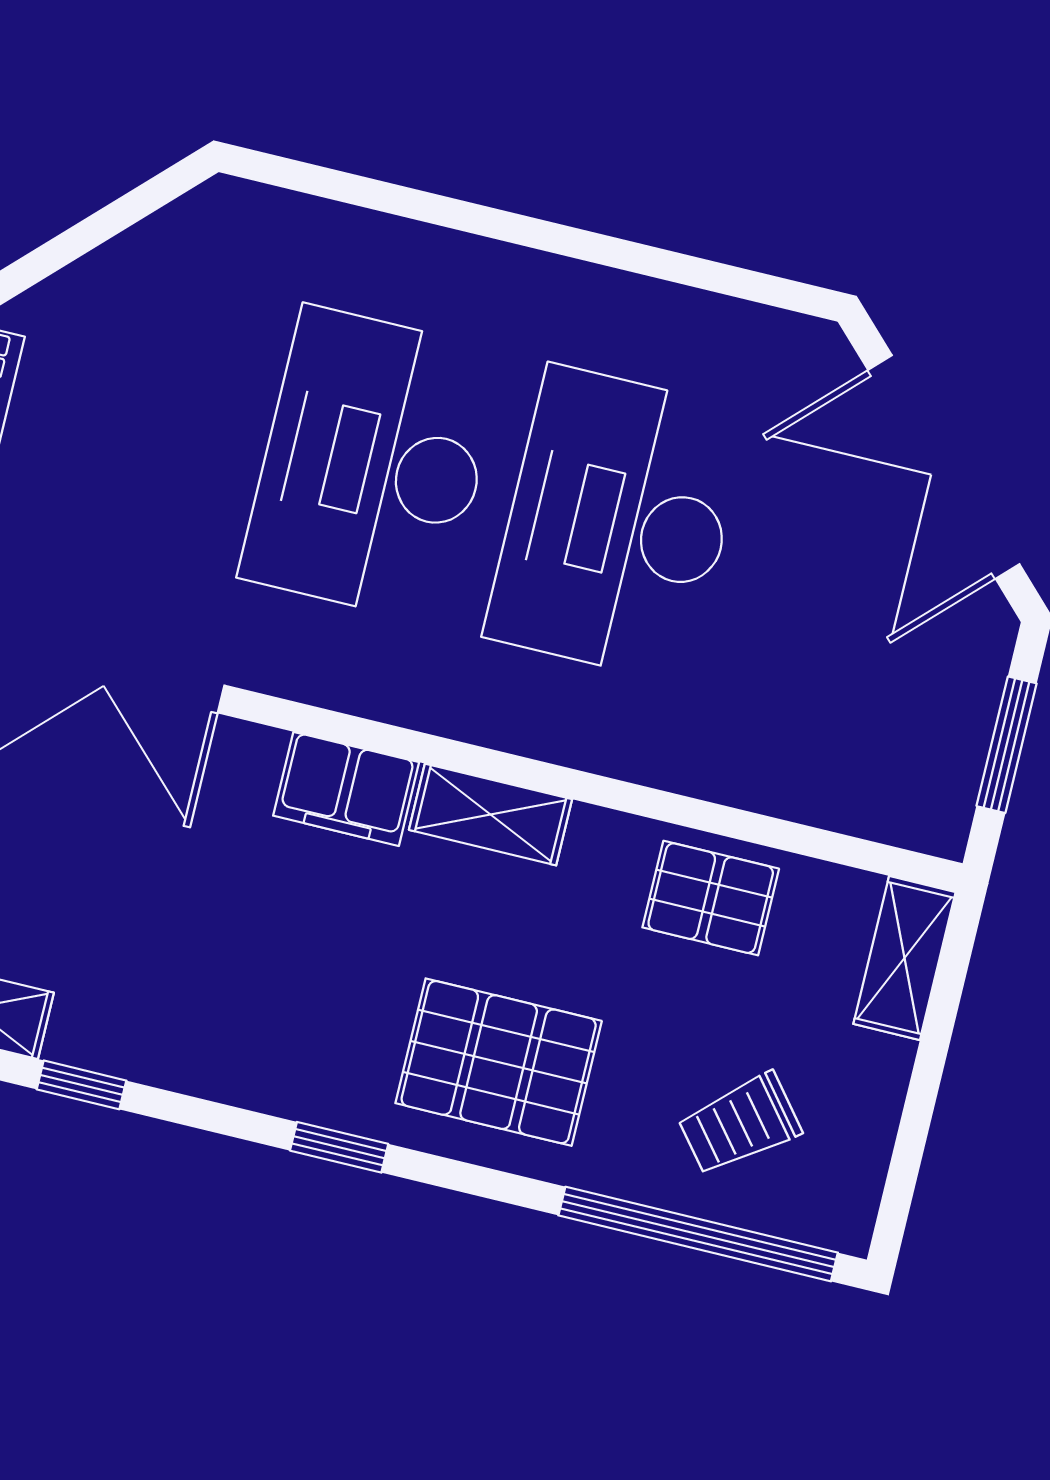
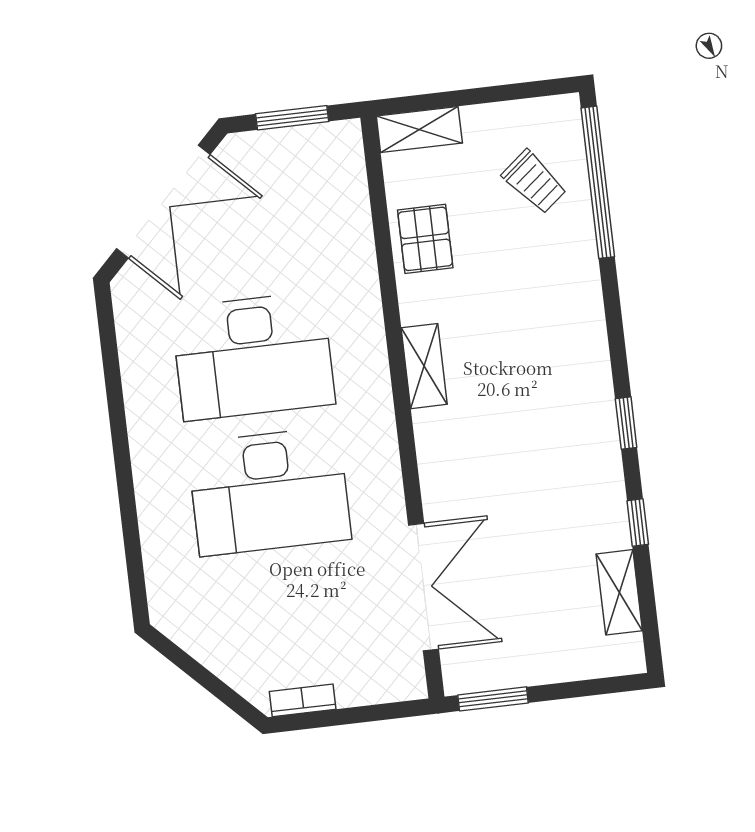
filing cabinet: (346, 789) -> (438, 444), removed
pallet: (499, 1062) -> (548, 316), removed
window: (339, 1147) -> (626, 423), moved

